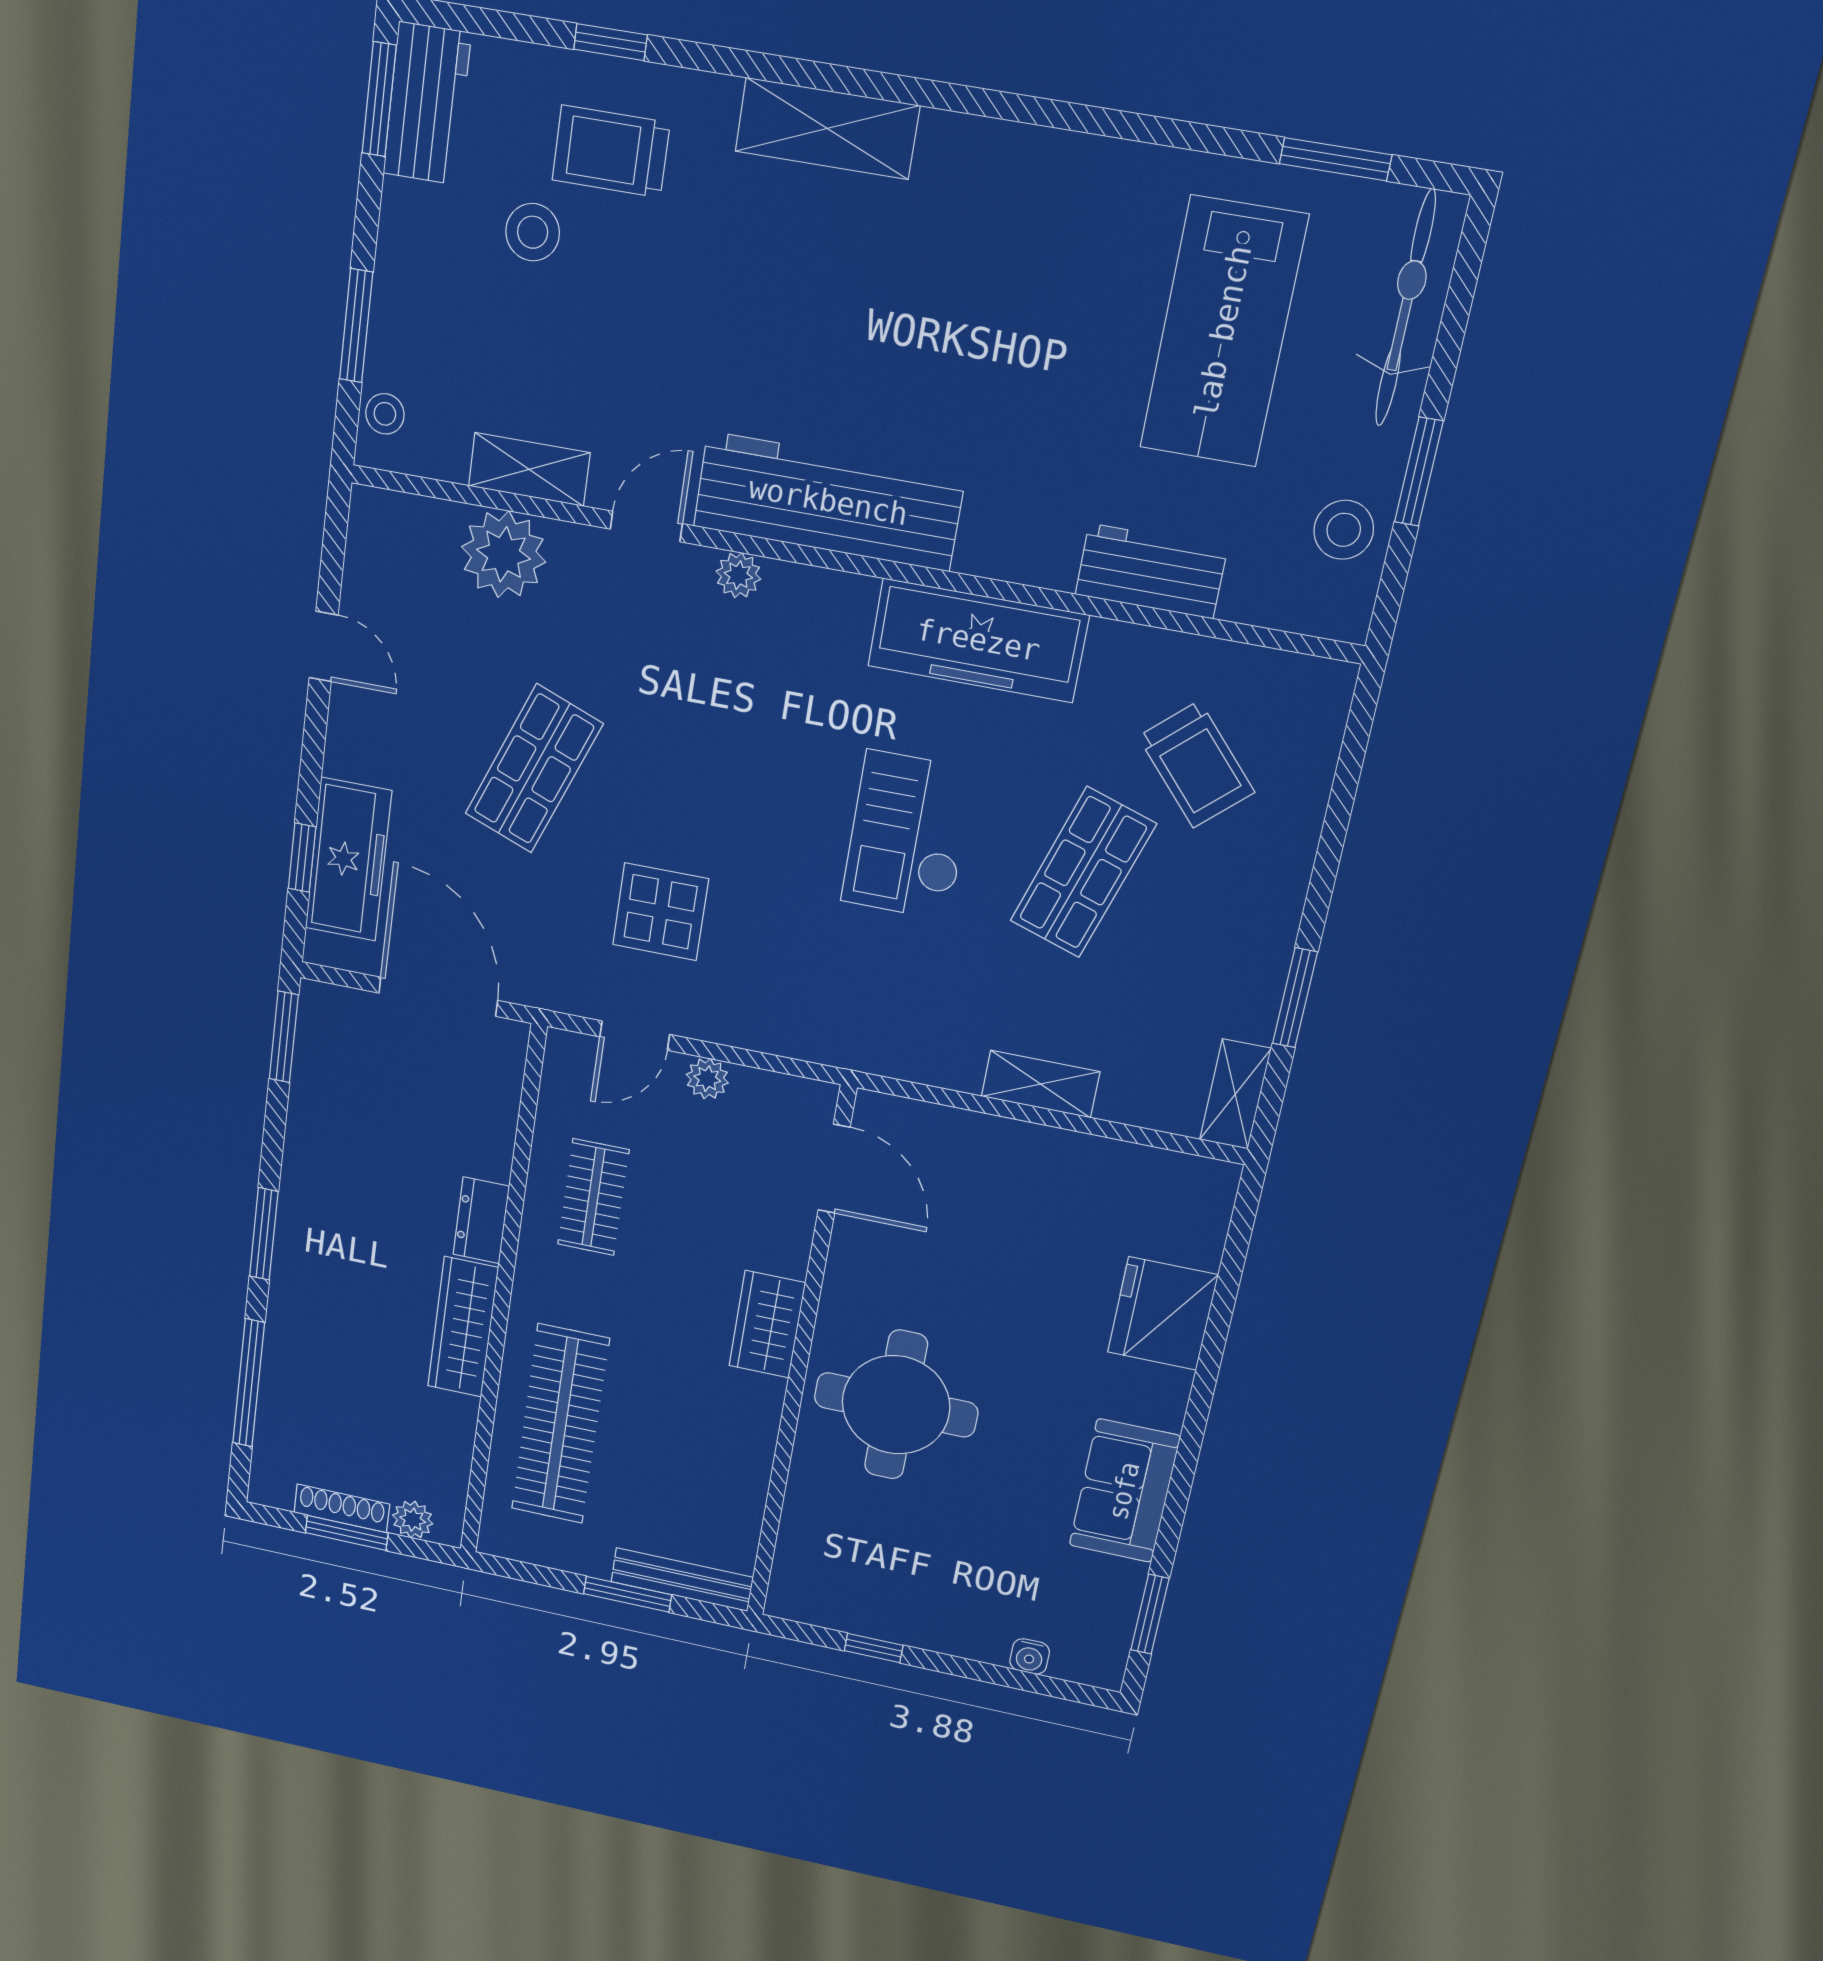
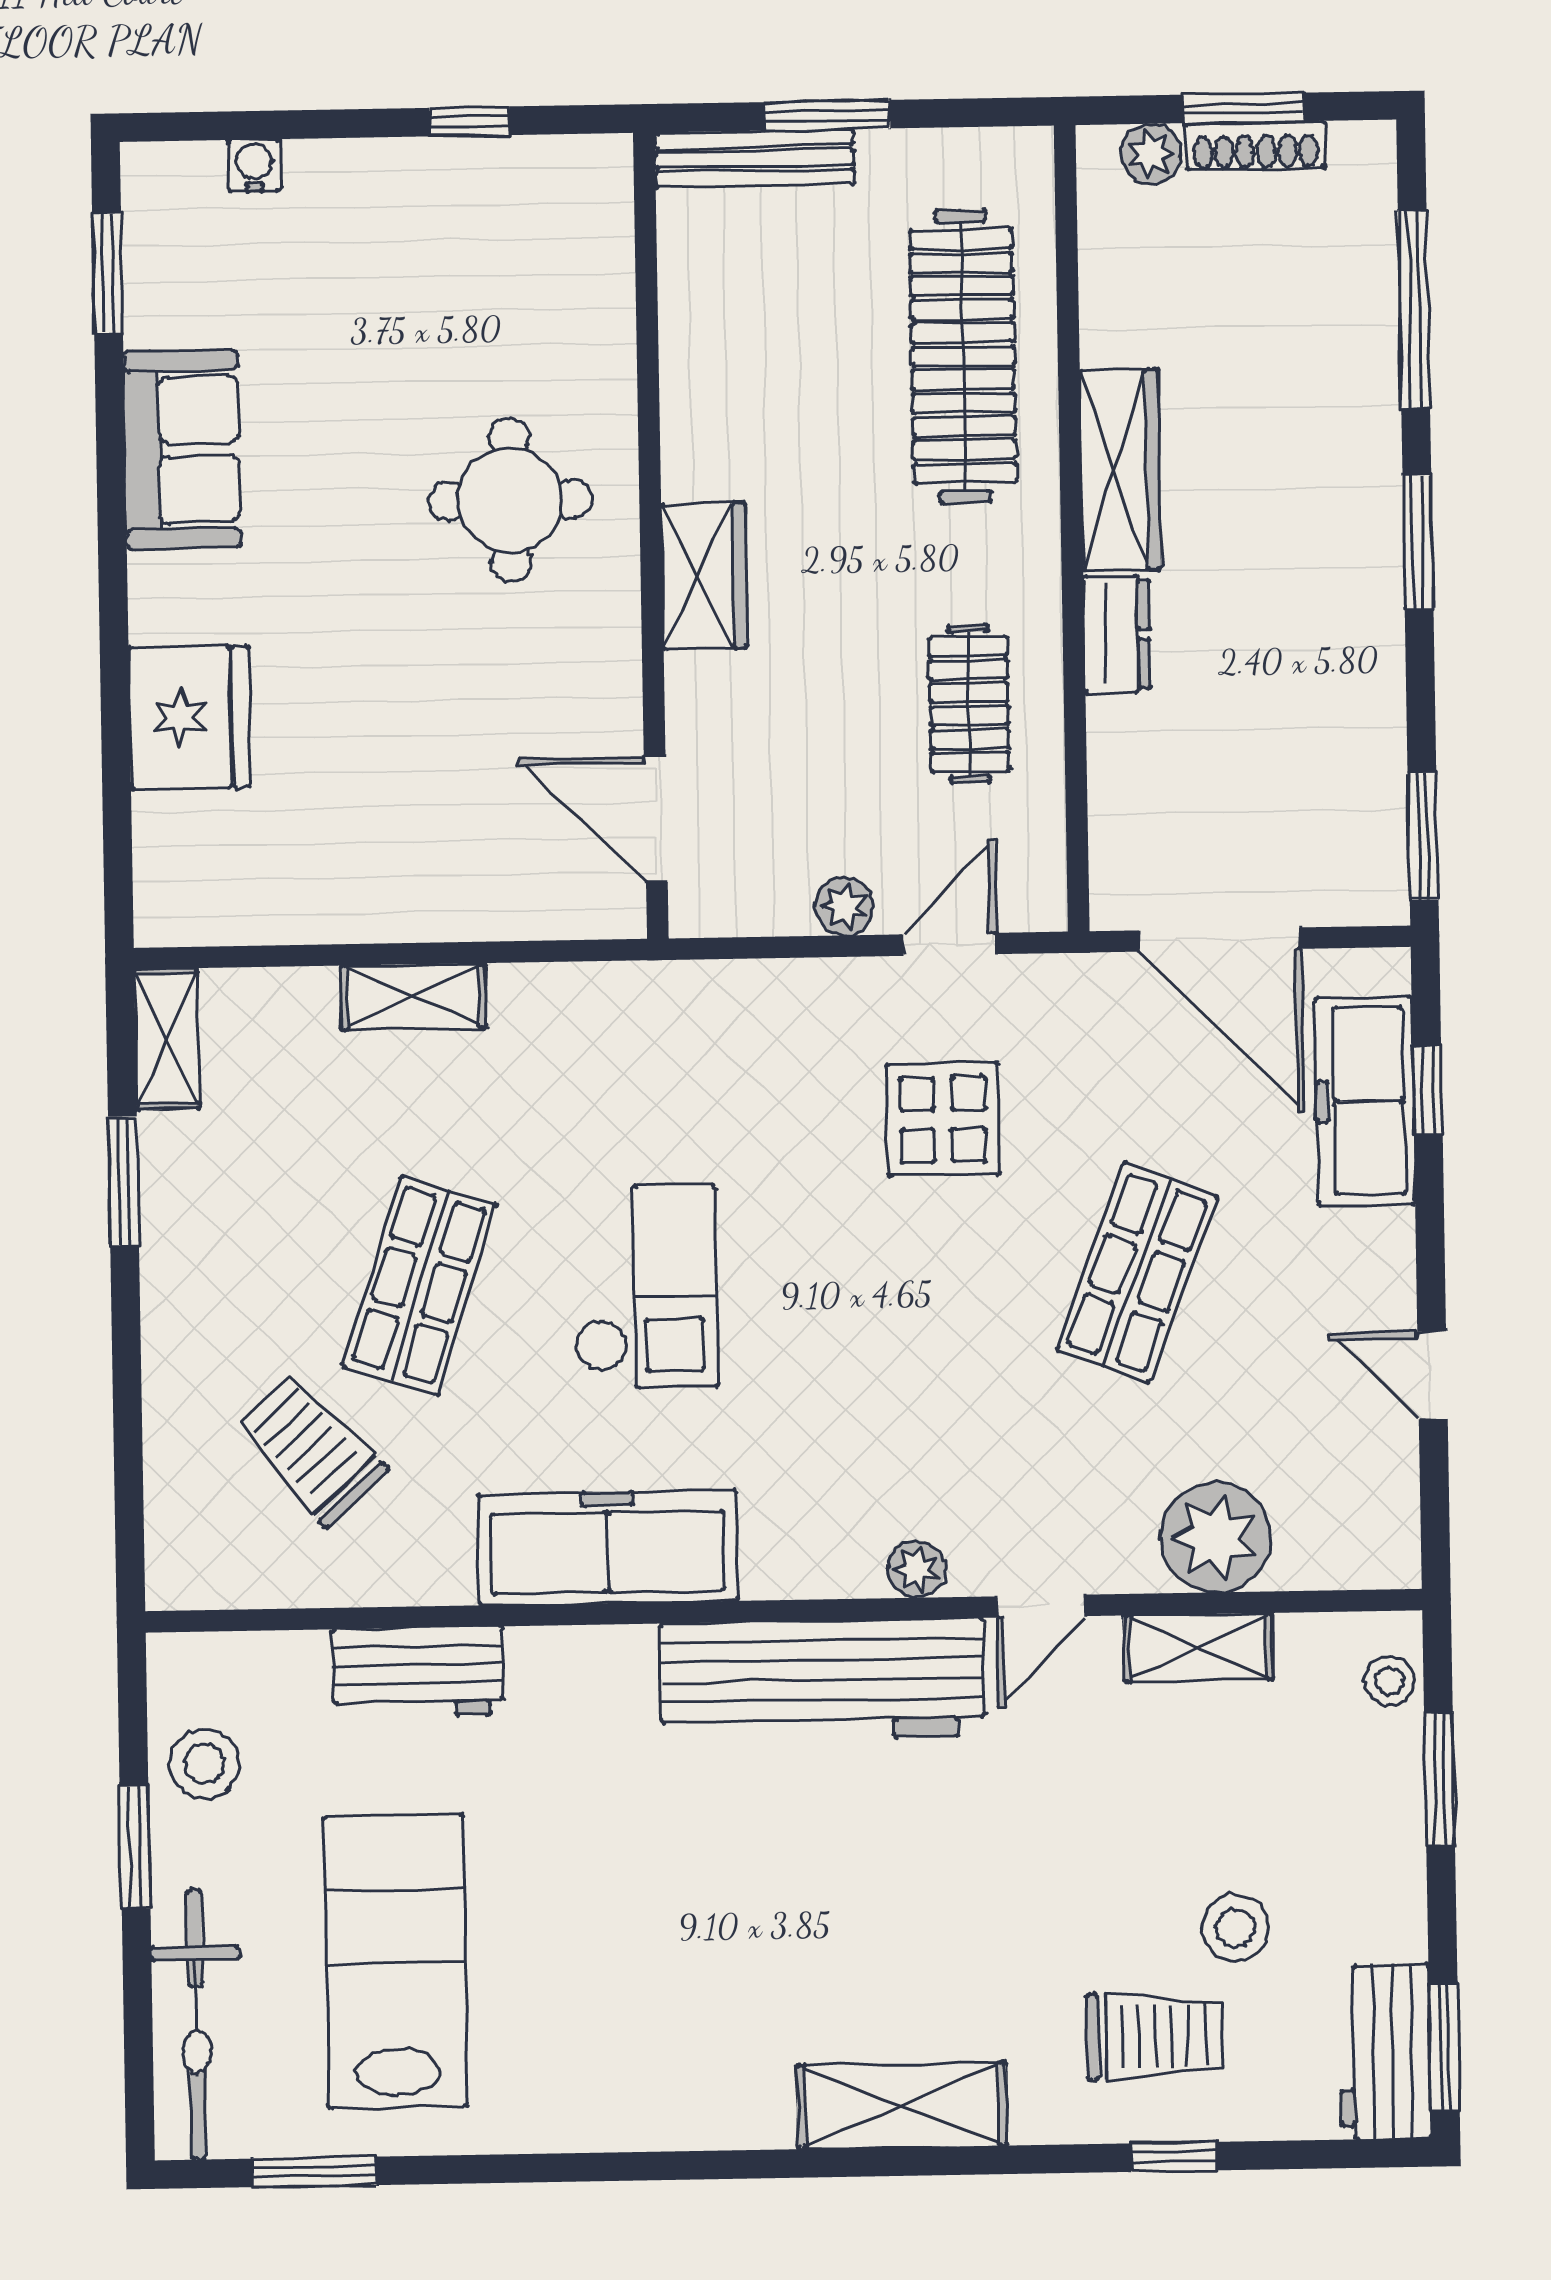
round table: (896, 1405) -> (510, 500), width x0.73, depth x0.73

